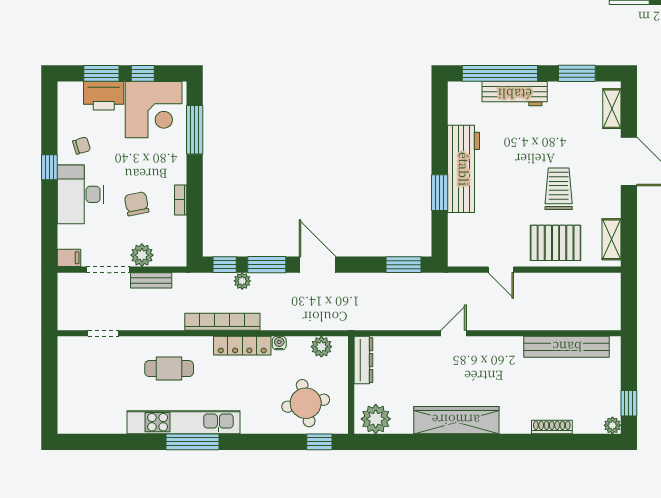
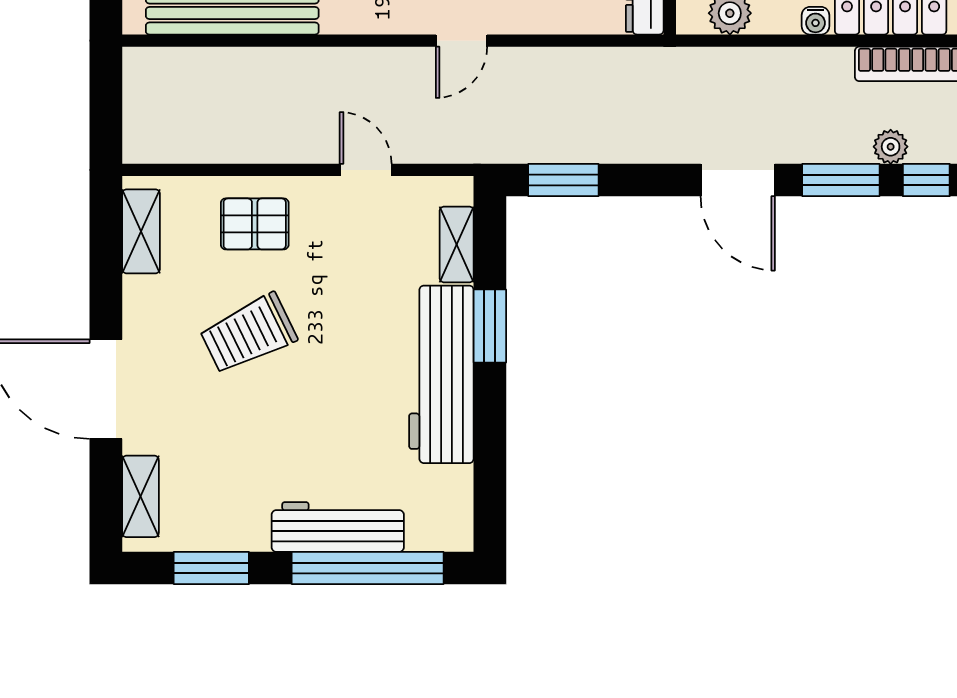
trolley: (559, 189) -> (248, 334), turned 64
shelving: (456, 233) -> (457, 244), added
pallet: (556, 243) -> (255, 224), width x0.67, depth x0.71

